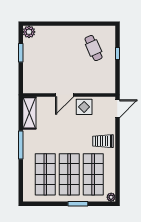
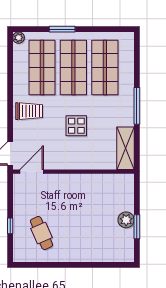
plant: (29, 32) -> (126, 220), moved
door: (65, 95) -> (32, 172), moved
display table: (84, 107) -> (76, 126), moved

